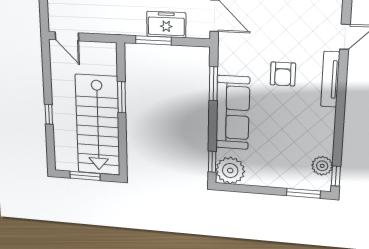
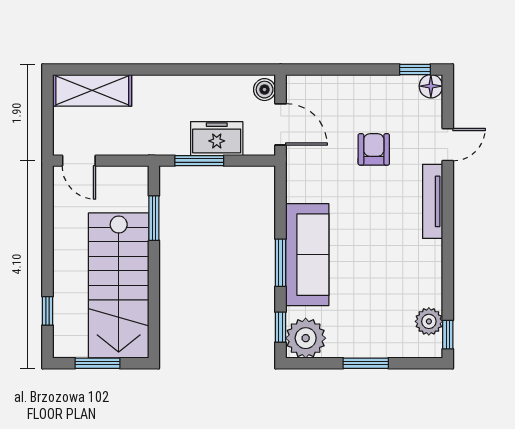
armchair: (283, 74) -> (374, 149), moved, turned 180
window: (213, 84) -> (281, 263), moved
window: (122, 97) -> (154, 218), moved
window: (49, 114) -> (48, 311), moved
window: (303, 193) -> (366, 363), moved

